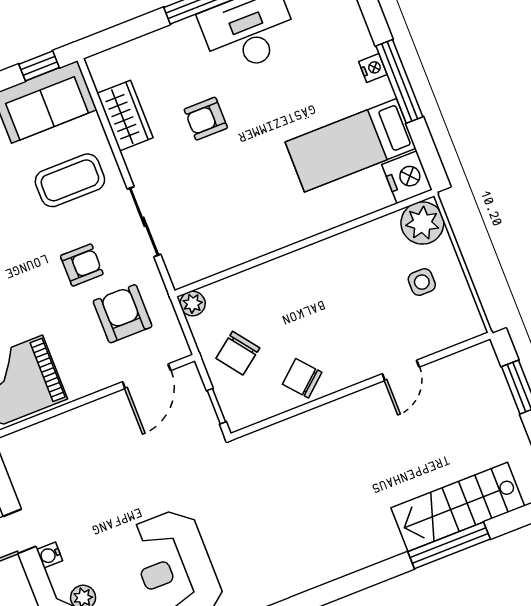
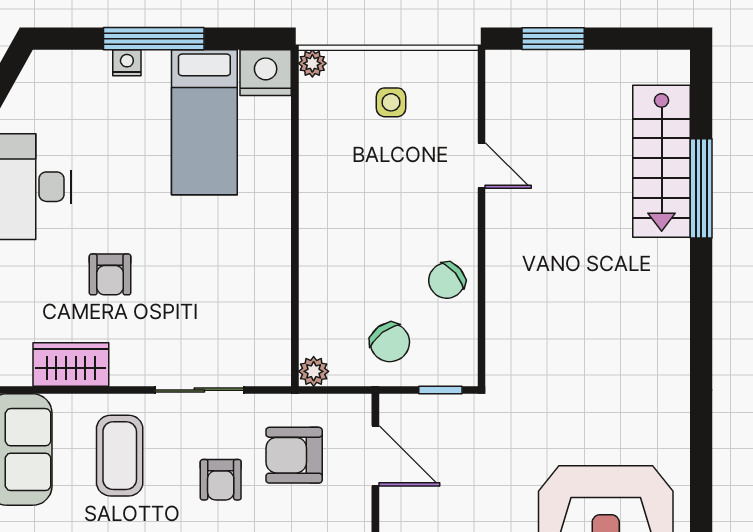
plant: (422, 223) -> (312, 63), width x0.53, depth x0.53
armchair: (82, 265) -> (221, 480), turned 180

